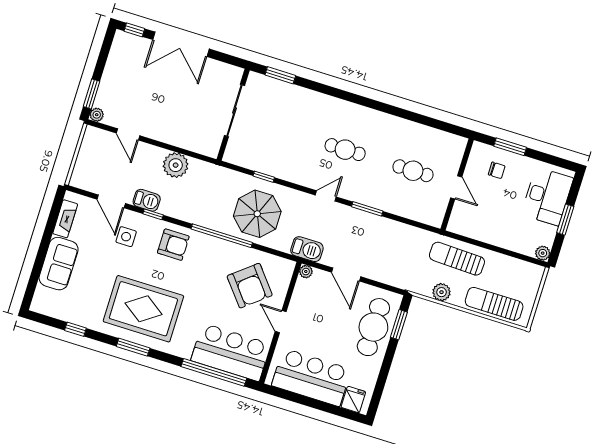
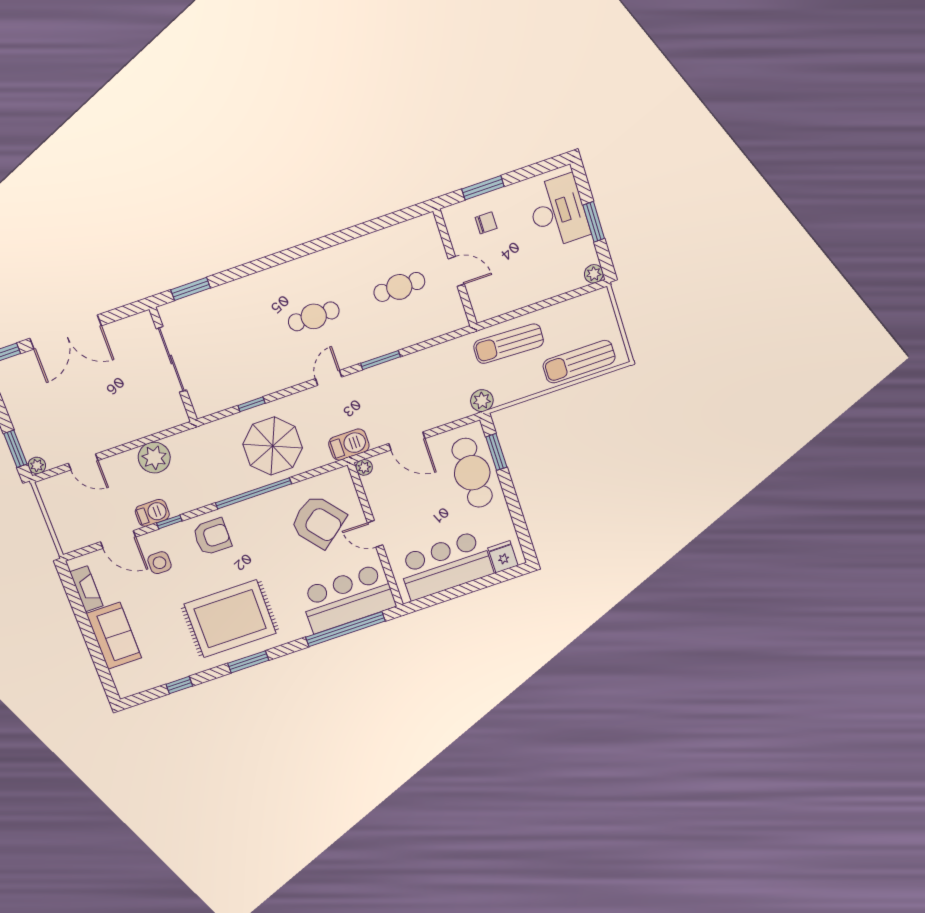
plant: (441, 292) -> (482, 401), moved

